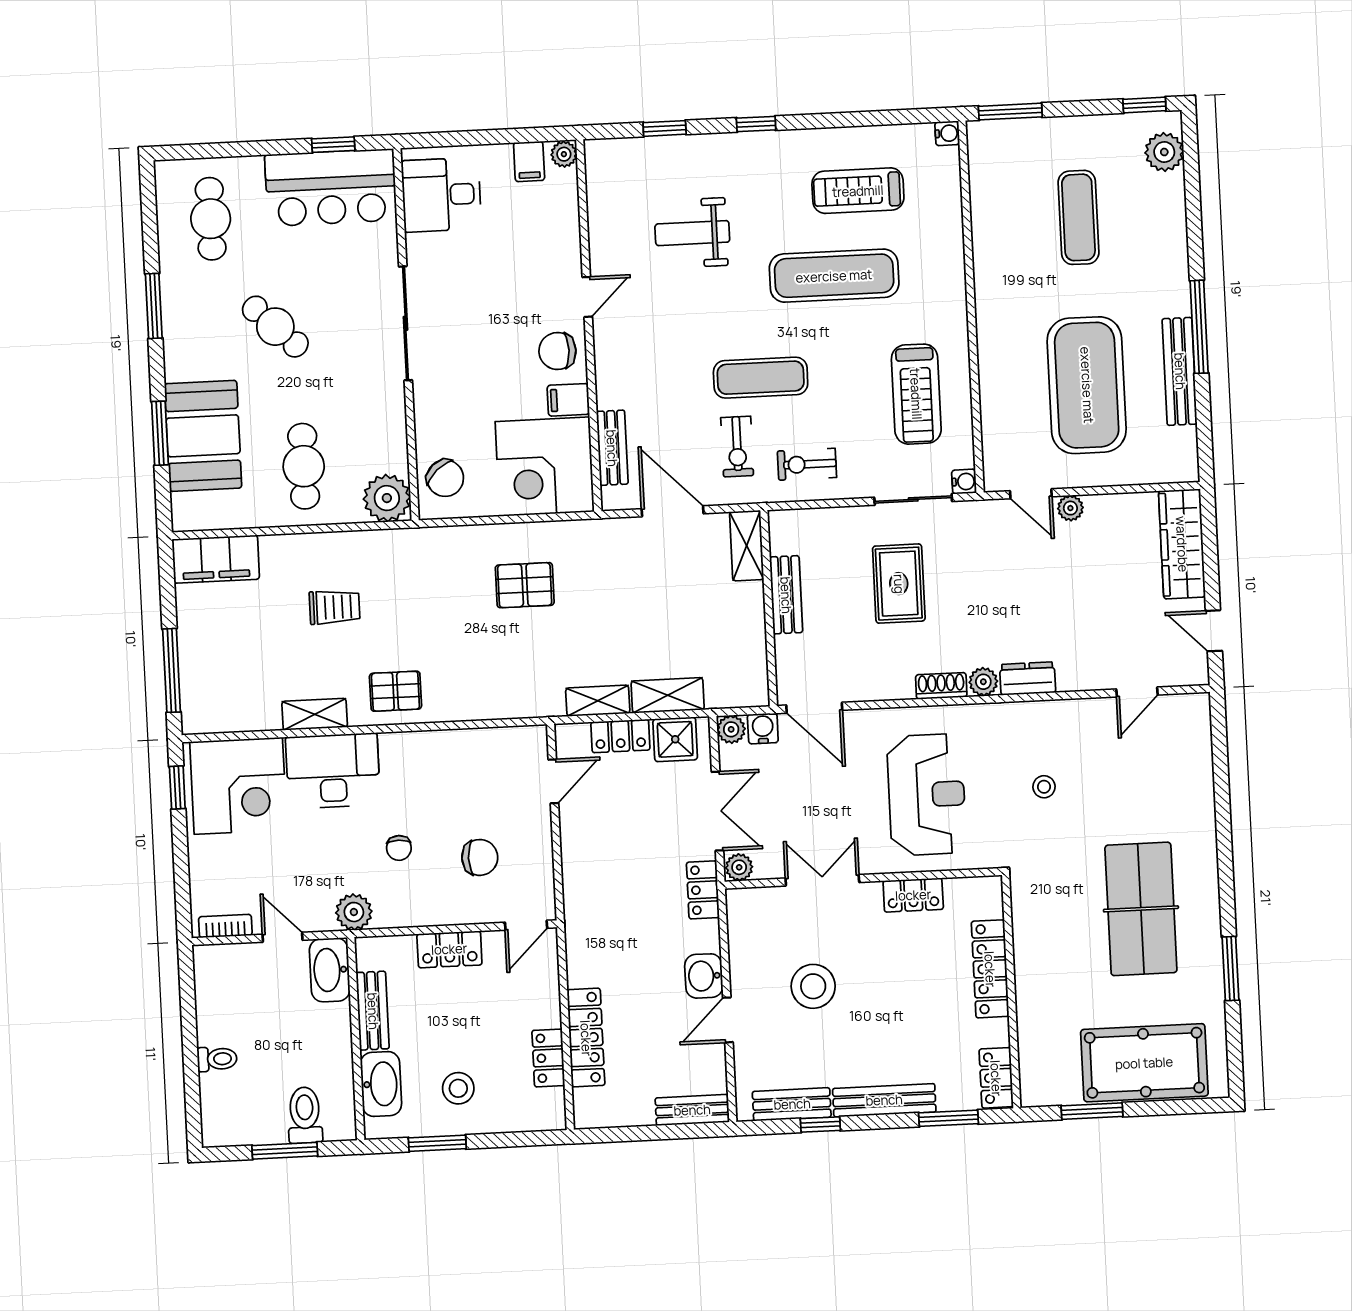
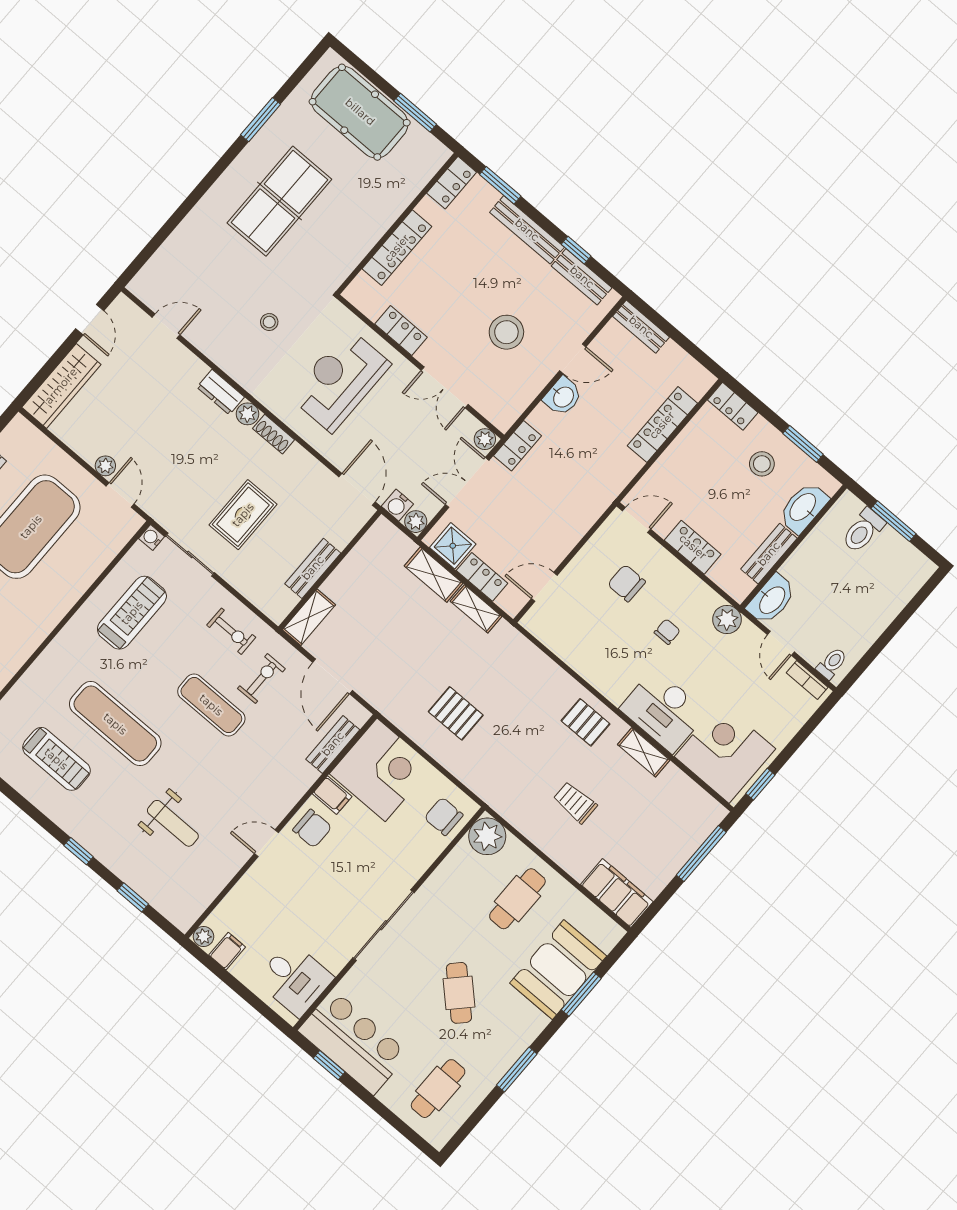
chair: (445, 478) -> (444, 816), turned -48
locker: (548, 1058) -> (733, 406), moved, turned 90
toilet: (217, 1059) -> (832, 663), moved, turned 90

